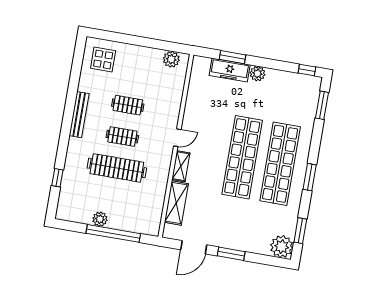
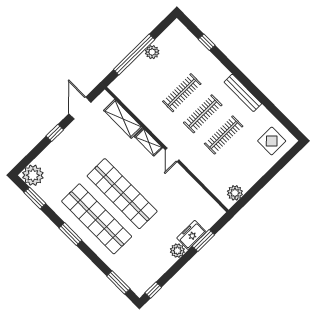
freezer: (230, 70) -> (191, 235), width x0.71
clothes rail: (128, 105) -> (224, 135), width x1.36
clothes rail: (122, 137) -> (203, 114), width x1.36
clothes rail: (117, 168) -> (182, 93), width x0.73, depth x0.76
window: (231, 254) -> (55, 133), width x0.67

